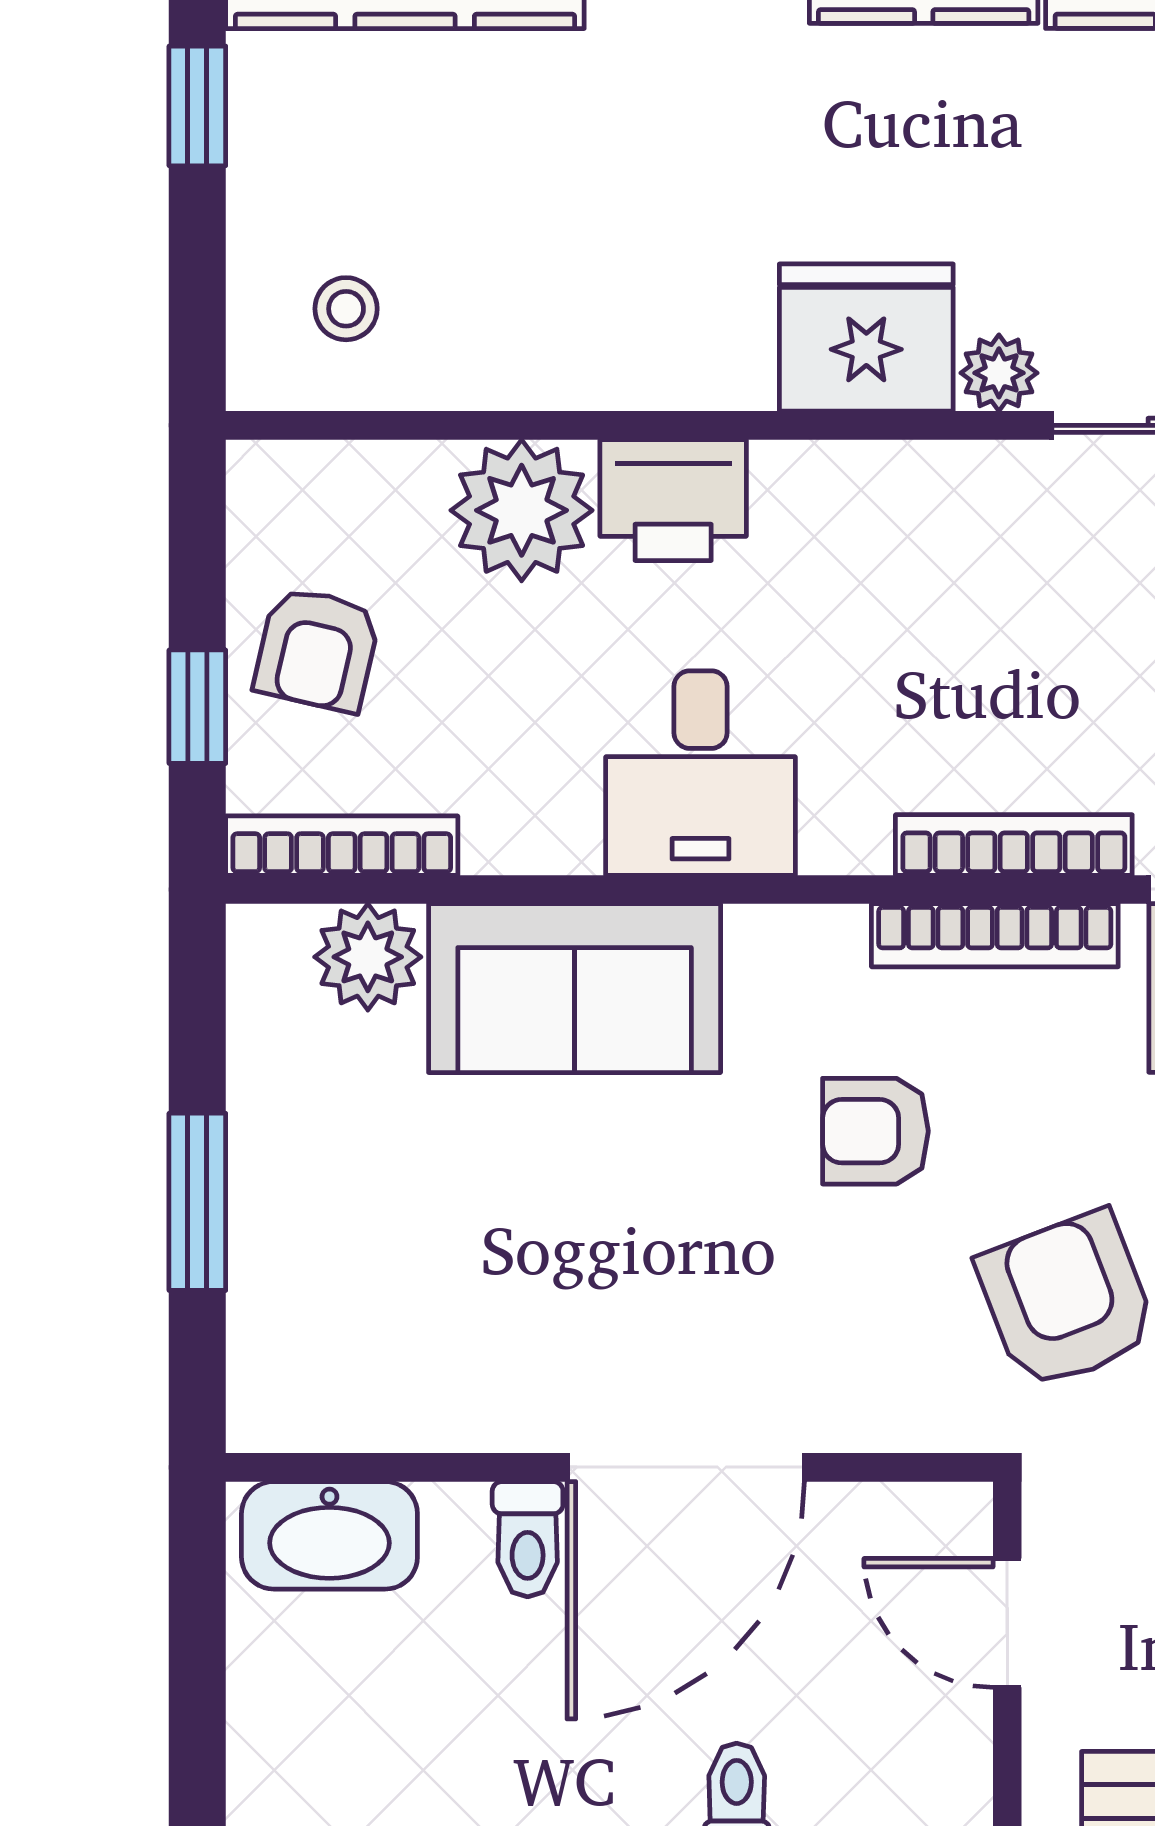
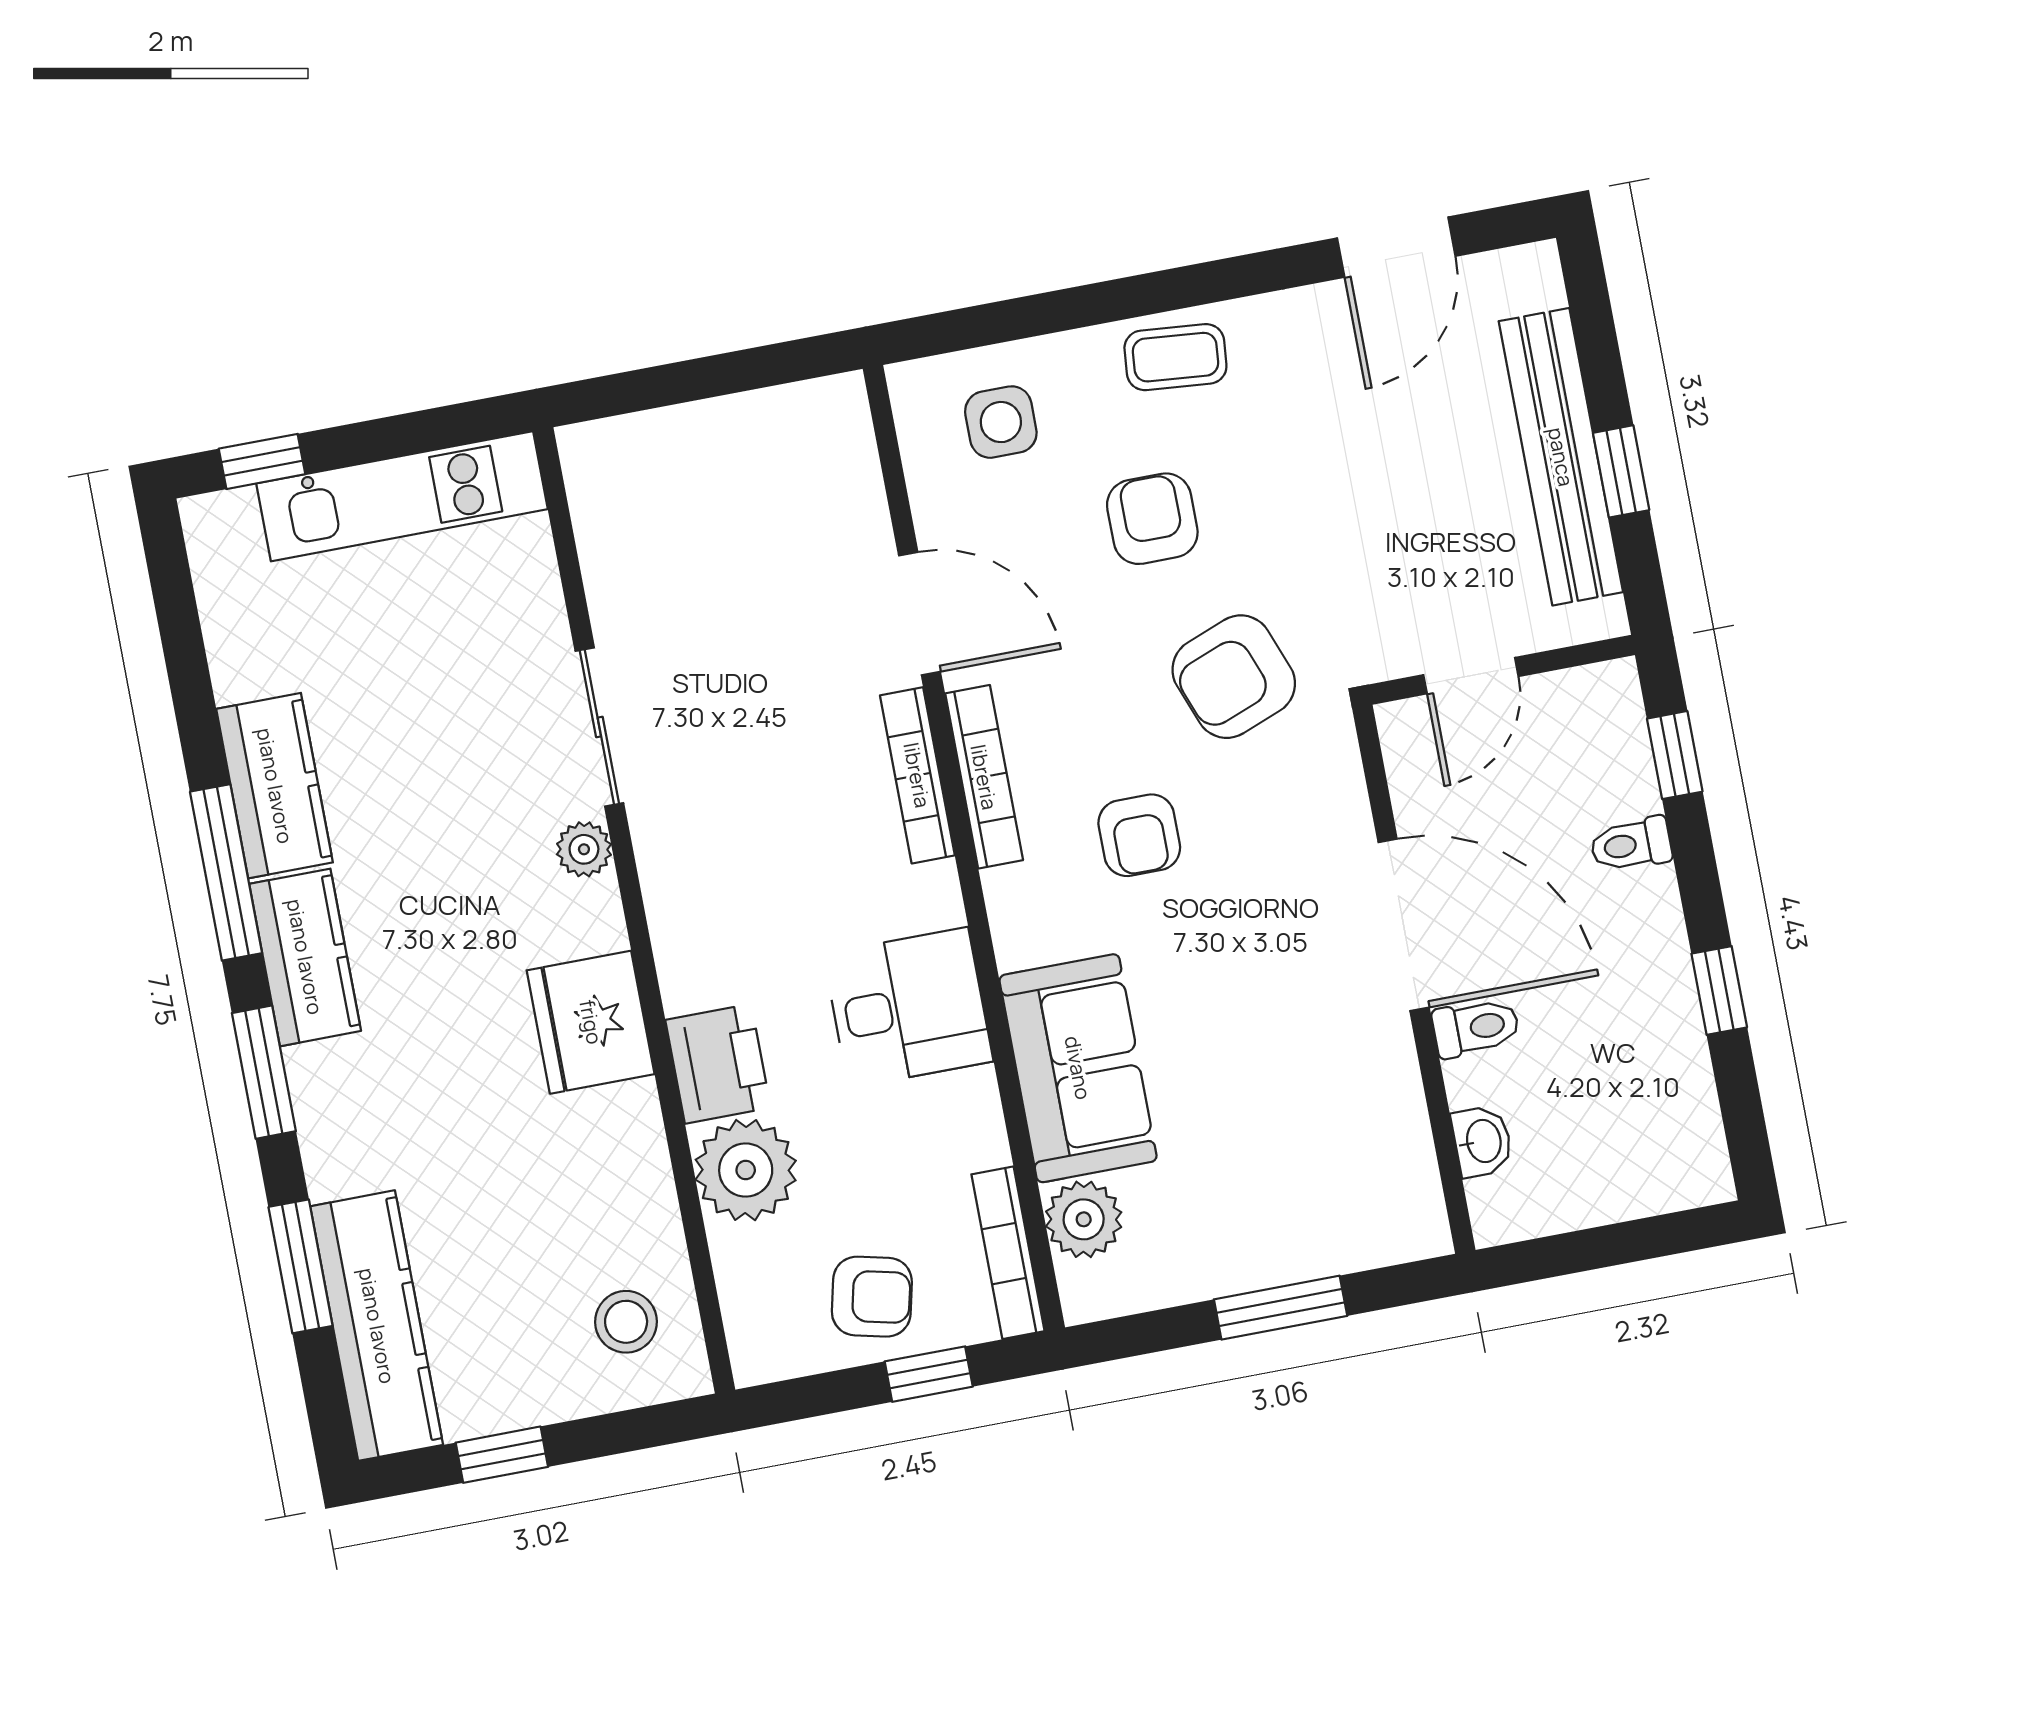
stool: (346, 309) -> (626, 1322), width x1.37, depth x1.37
fridge: (866, 338) -> (591, 1022), moved
washbasin: (329, 1535) -> (1482, 1141), width x0.52, depth x0.69

